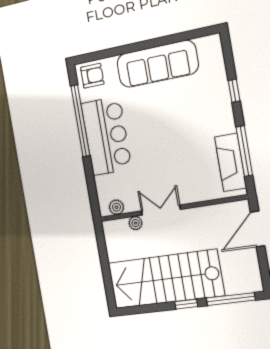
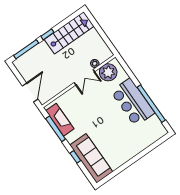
sofa: (157, 64) -> (91, 158), moved, turned 90
armchair: (92, 76) -> (156, 131), removed
plant: (116, 207) -> (108, 72), width x1.87, depth x1.87
stairs: (165, 279) -> (69, 33), width x0.73, depth x0.66

